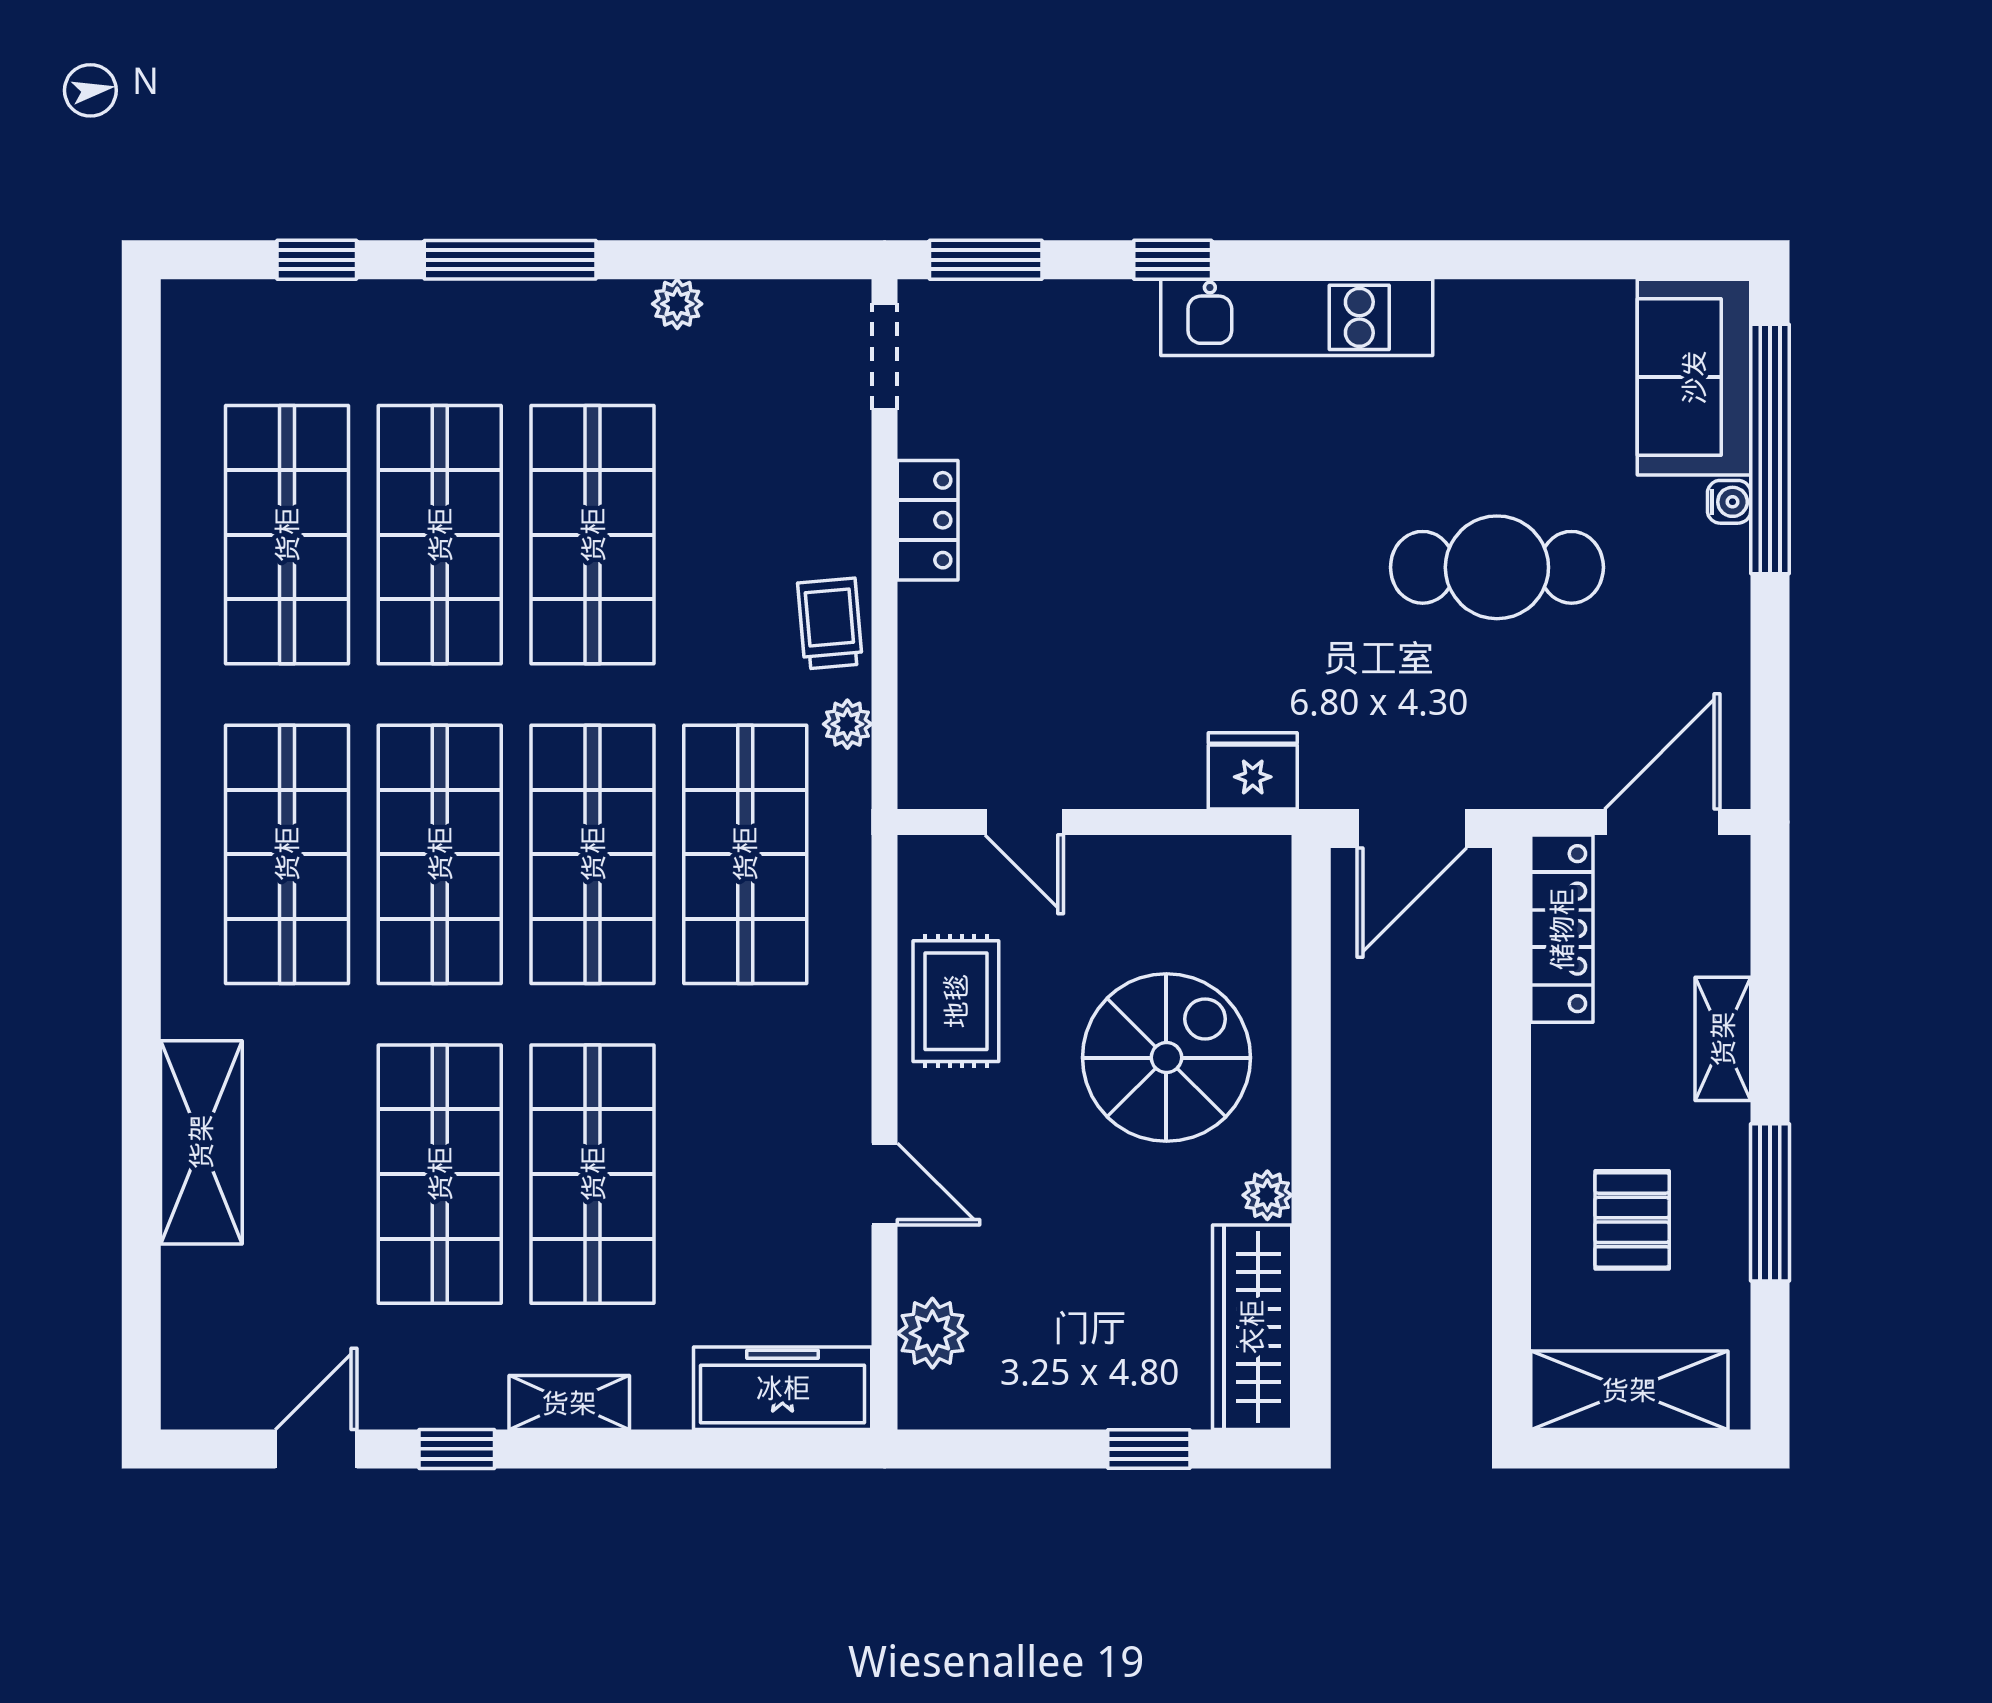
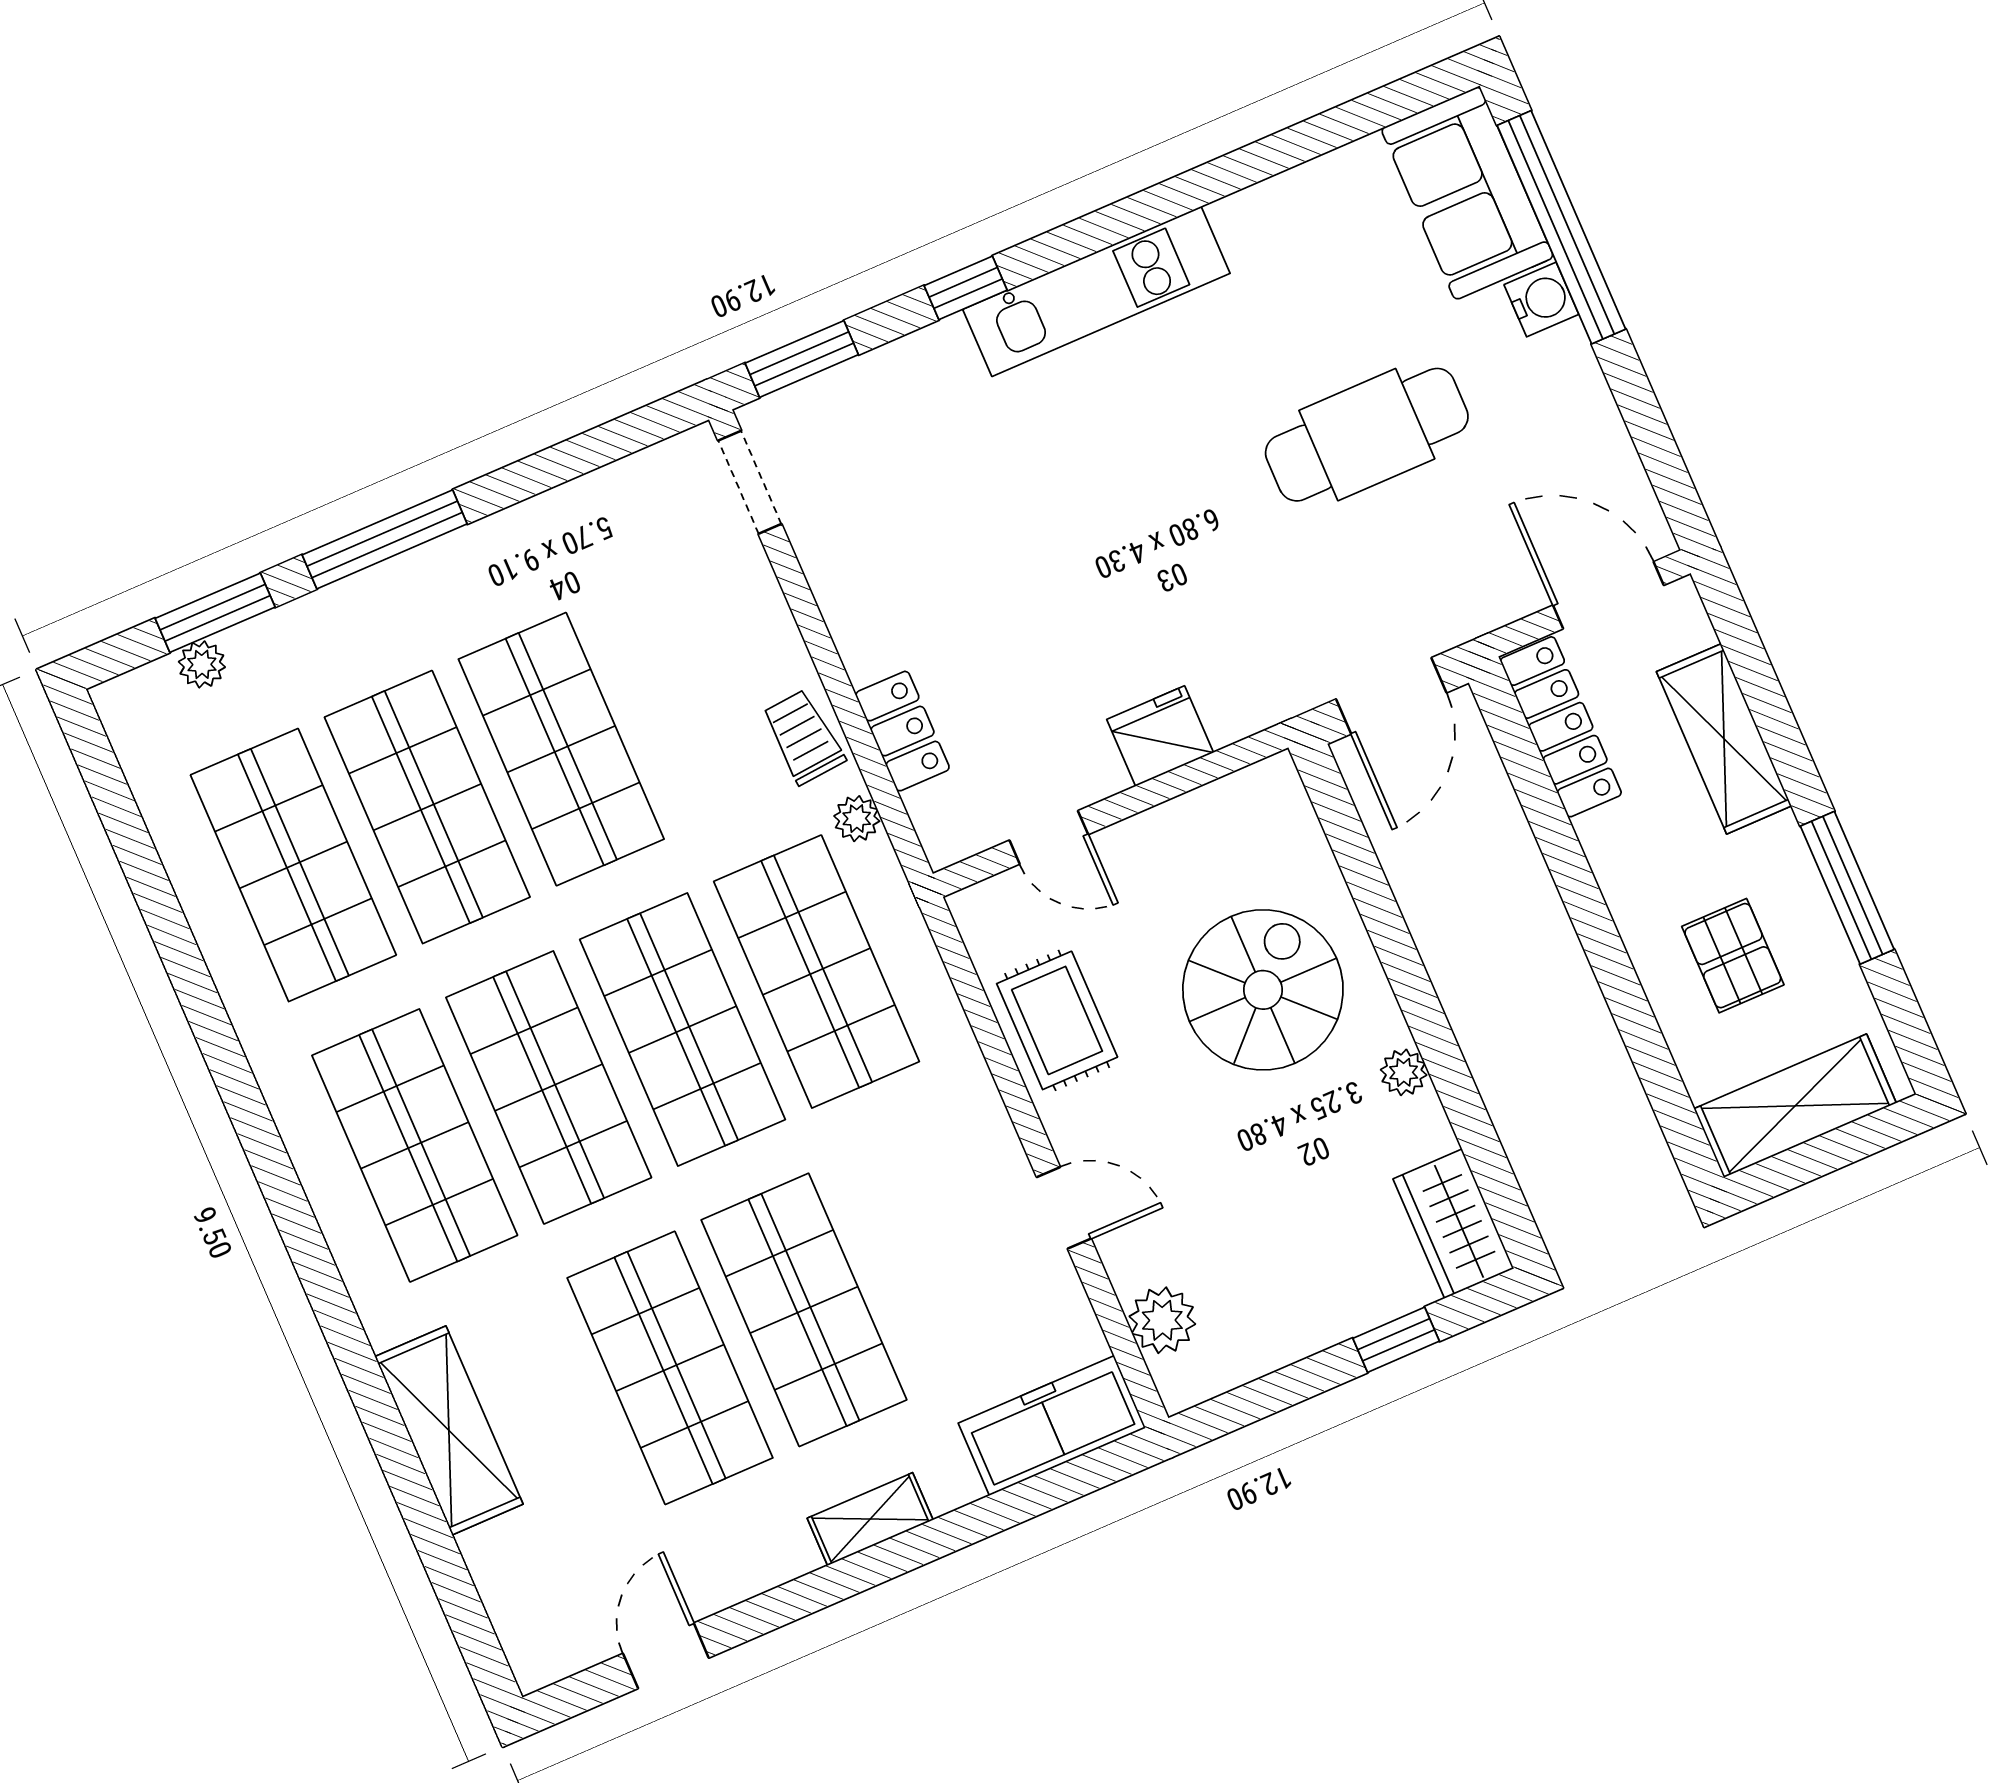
window: (317, 260) -> (215, 613), width x1.50
plant: (677, 304) -> (202, 664), moved
water cooler: (1729, 502) -> (1541, 299), width x1.38, depth x1.38
locker: (928, 520) -> (902, 731), moved
fridge: (1253, 771) -> (1160, 736), moved
door: (1662, 822) -> (1608, 595), hinge flipped
shelving: (1723, 1039) -> (1724, 739), width x1.50, depth x1.33
wardrobe: (1252, 1327) -> (1453, 1224), width x0.67
window: (457, 1449) -> (789, 1602), removed

